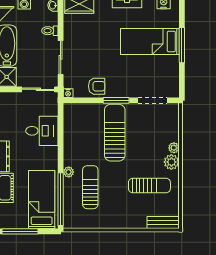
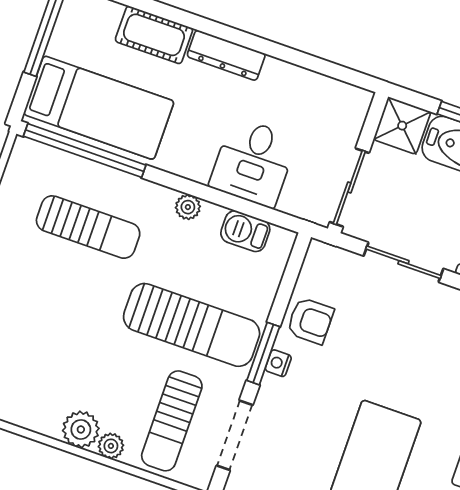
armchair: (97, 86) -> (310, 321), turned -90
nightstand: (68, 93) -> (278, 363), moved
barbecue: (70, 124) -> (245, 231), added
plant: (69, 172) -> (188, 207), moved
sun lounger: (149, 186) -> (172, 421), moved

